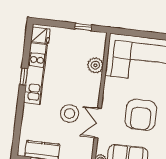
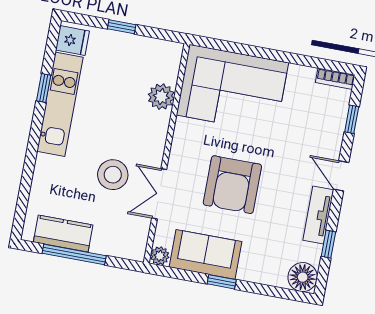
window: (83, 27) -> (122, 27), moved
window: (24, 77) -> (44, 88), moved

